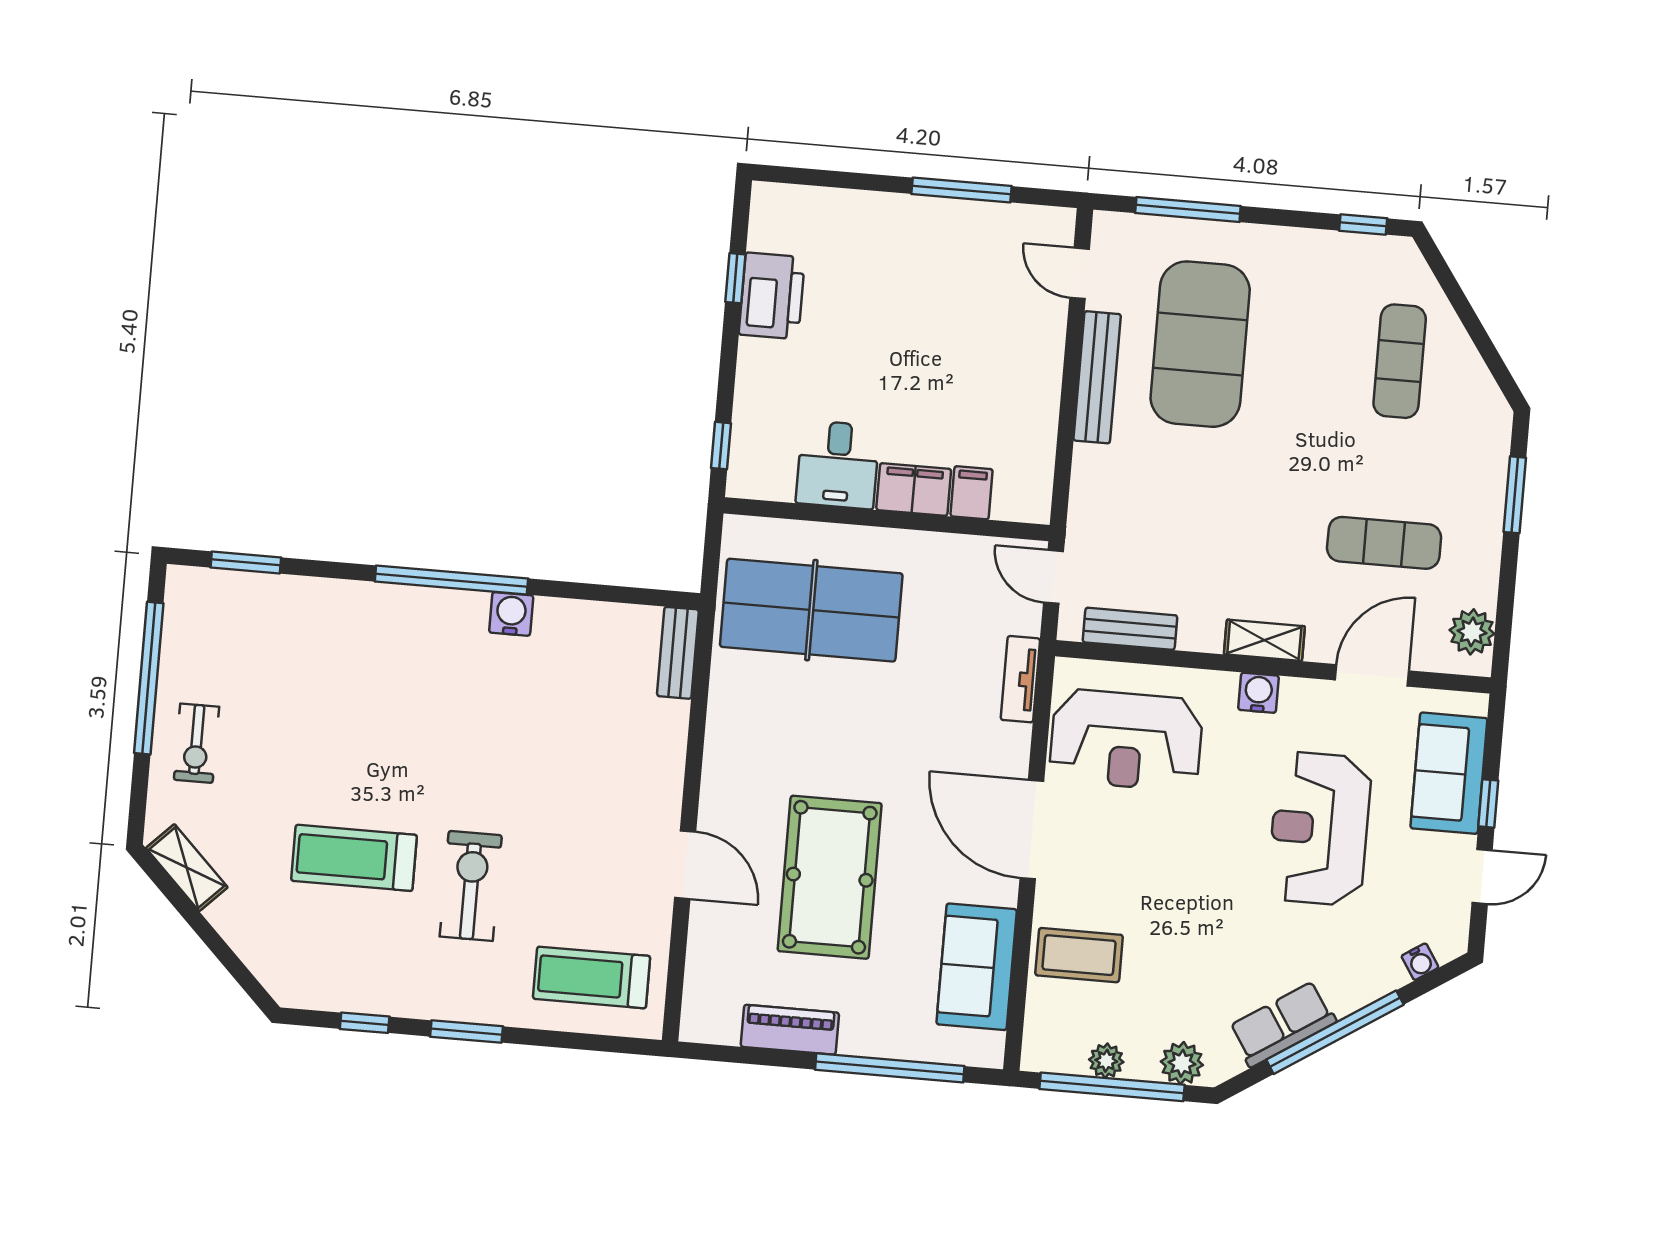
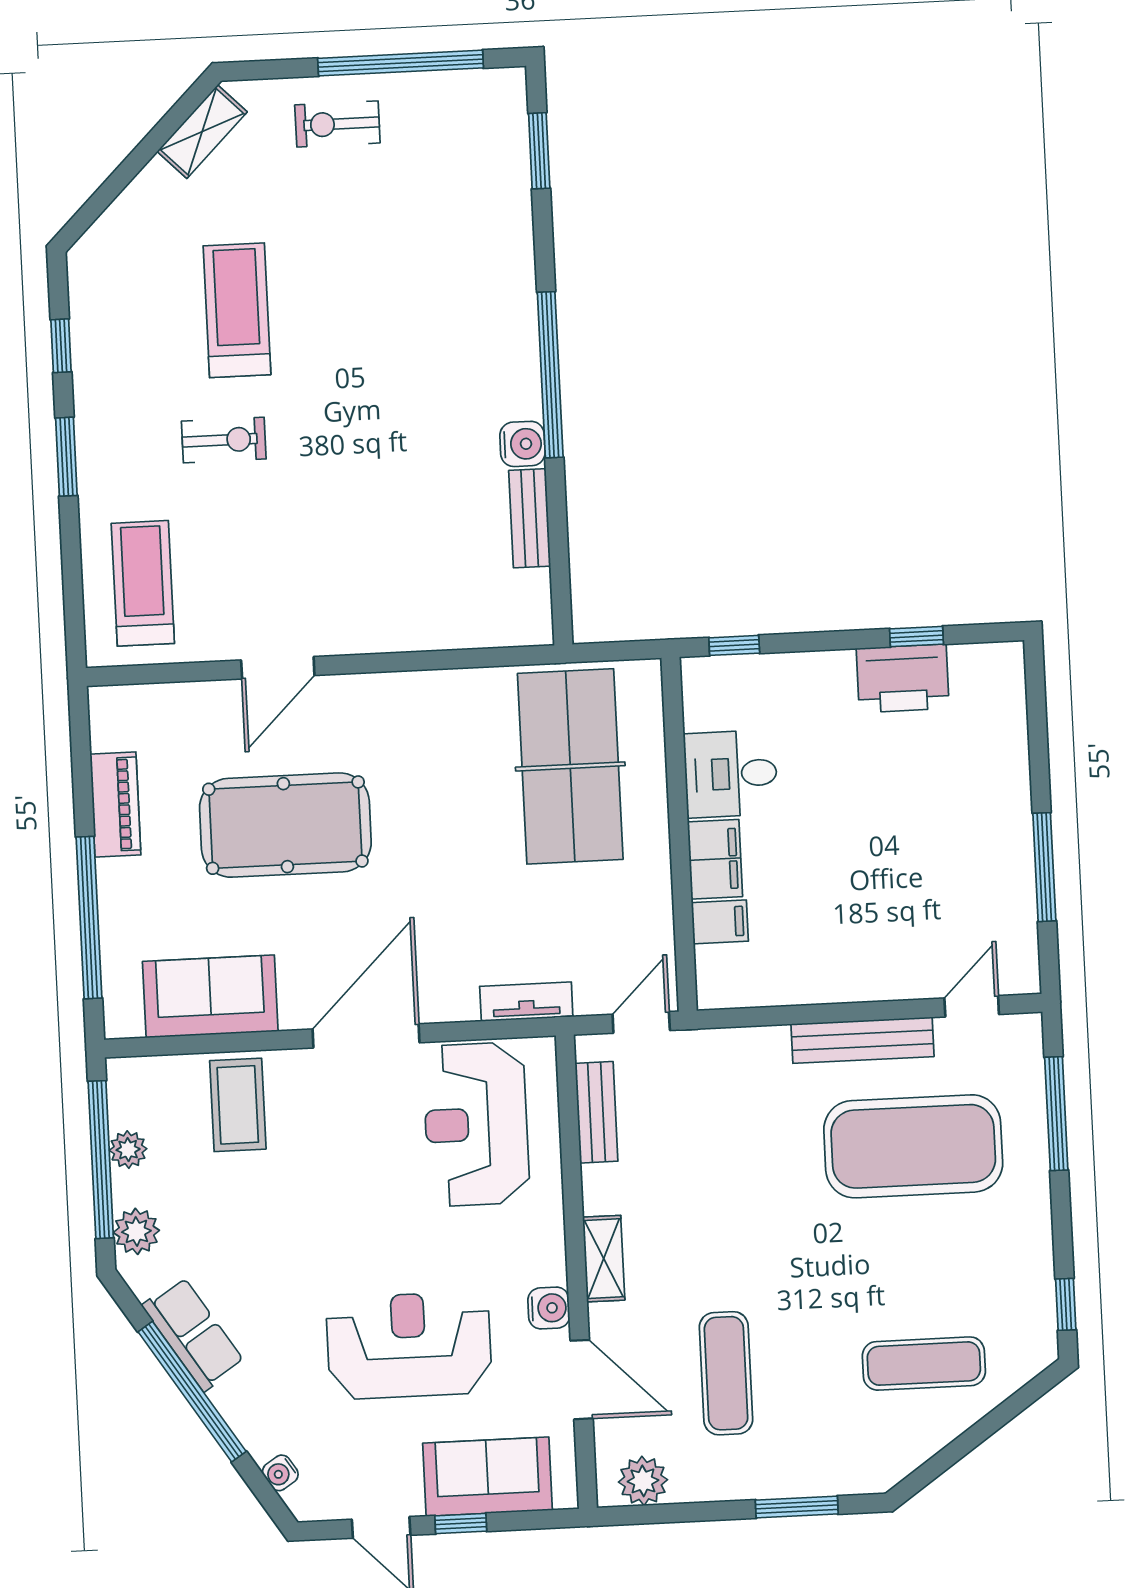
bench: (678, 653) -> (530, 518), moved, turned 90
water cooler: (1259, 693) -> (549, 1308), moved
exercise bike: (471, 886) -> (224, 440), width x0.73, depth x0.72

